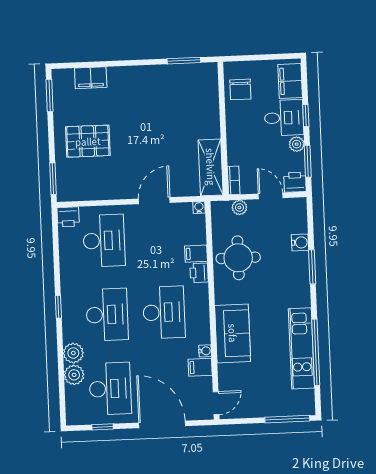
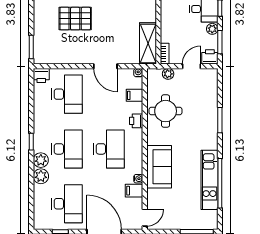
pallet: (88, 141) -> (75, 19), moved
door: (271, 196) -> (191, 66), hinge flipped
door: (154, 201) -> (105, 66), swing flipped
water cooler: (300, 242) -> (212, 102), removed
filing cabinet: (196, 254) -> (135, 95), moved
plant: (74, 375) -> (41, 160), moved

